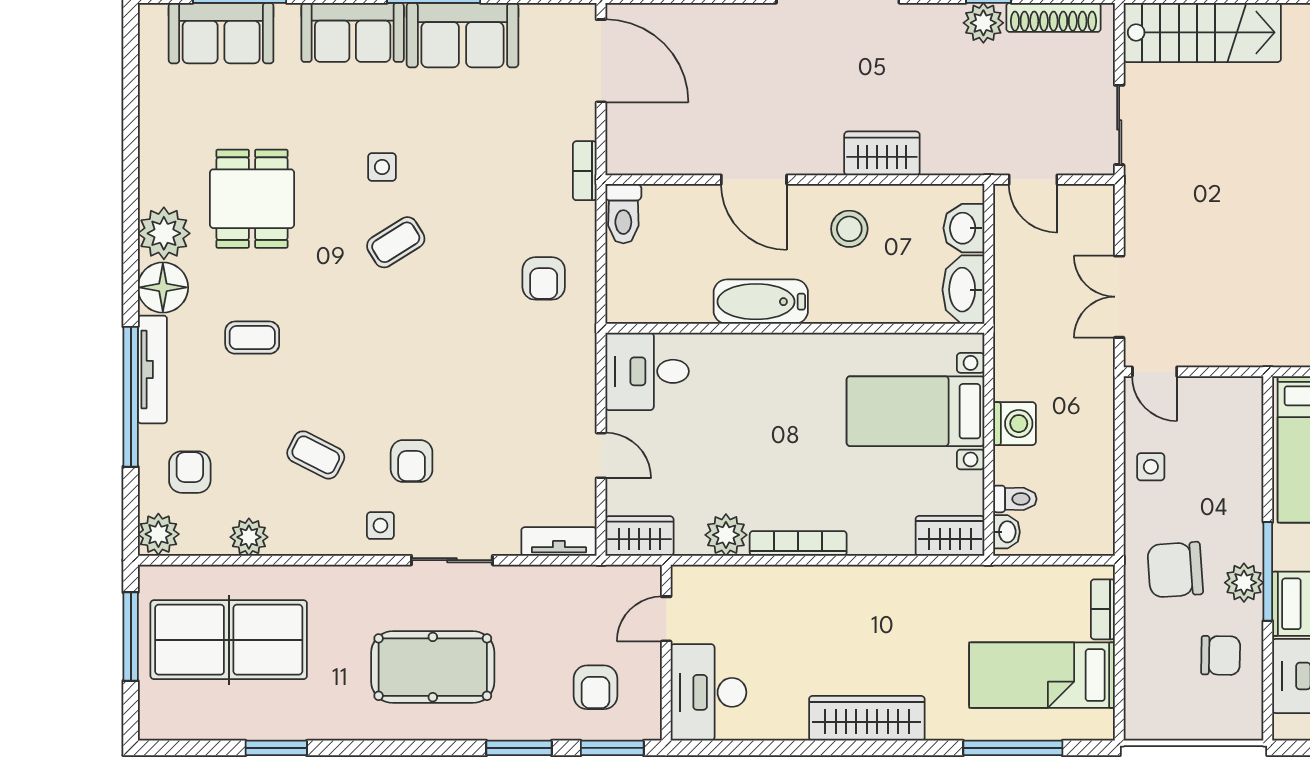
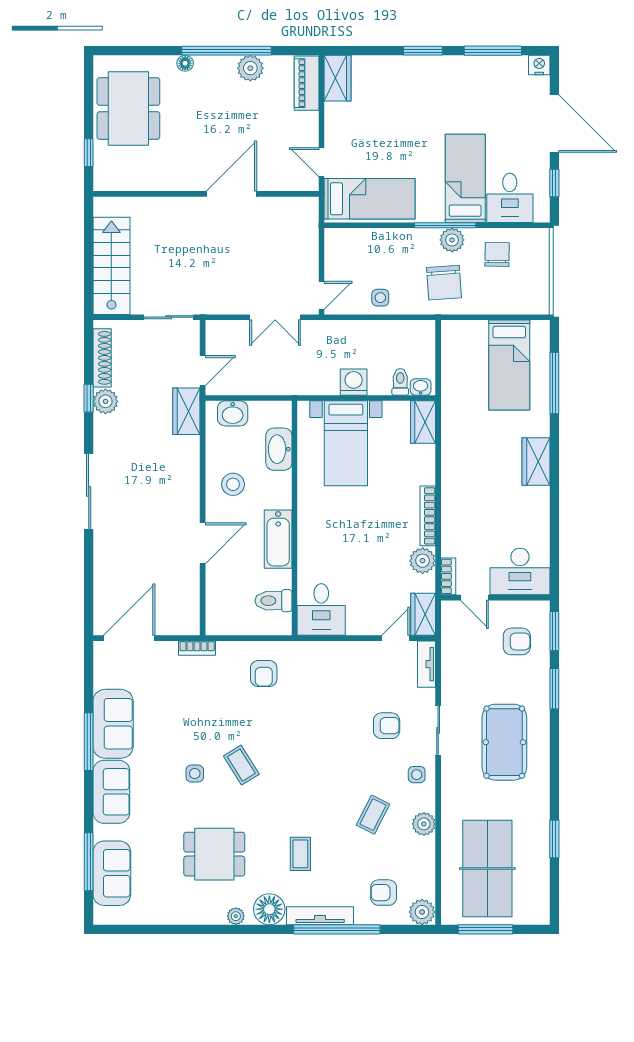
wardrobe: (882, 153) -> (186, 411), moved
toilet: (623, 214) -> (273, 601), moved, turned 180
plant: (164, 233) -> (236, 916), width x0.53, depth x0.53
armchair: (544, 278) -> (264, 674), turned 90
washbasin: (963, 290) -> (279, 449), moved, turned 90
door: (601, 455) -> (396, 638), moved
armchair: (412, 461) -> (387, 726), moved
plant: (249, 537) -> (424, 824), moved
bookcase: (1103, 609) -> (448, 576), moved, turned -90
wardrobe: (867, 718) -> (536, 461), width x0.67

